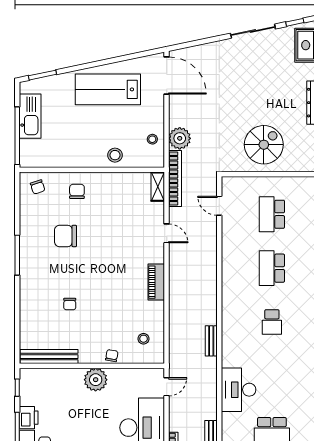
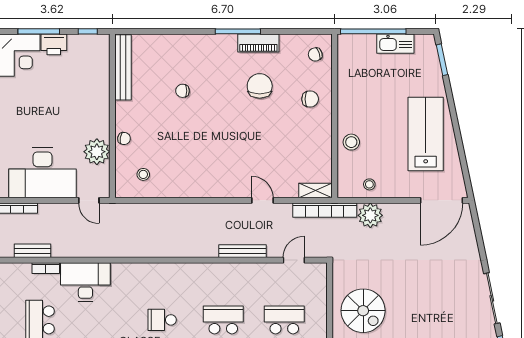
kitchen sink: (30, 116) -> (395, 44), width x0.73, depth x0.81
door: (167, 233) -> (262, 200), swing flipped
piano: (156, 282) -> (258, 43), moved, turned 180
bench: (211, 341) -> (243, 251), moved, width x1.36
plant: (96, 380) -> (97, 152), moved
bookcase: (226, 425) -> (46, 268), added

